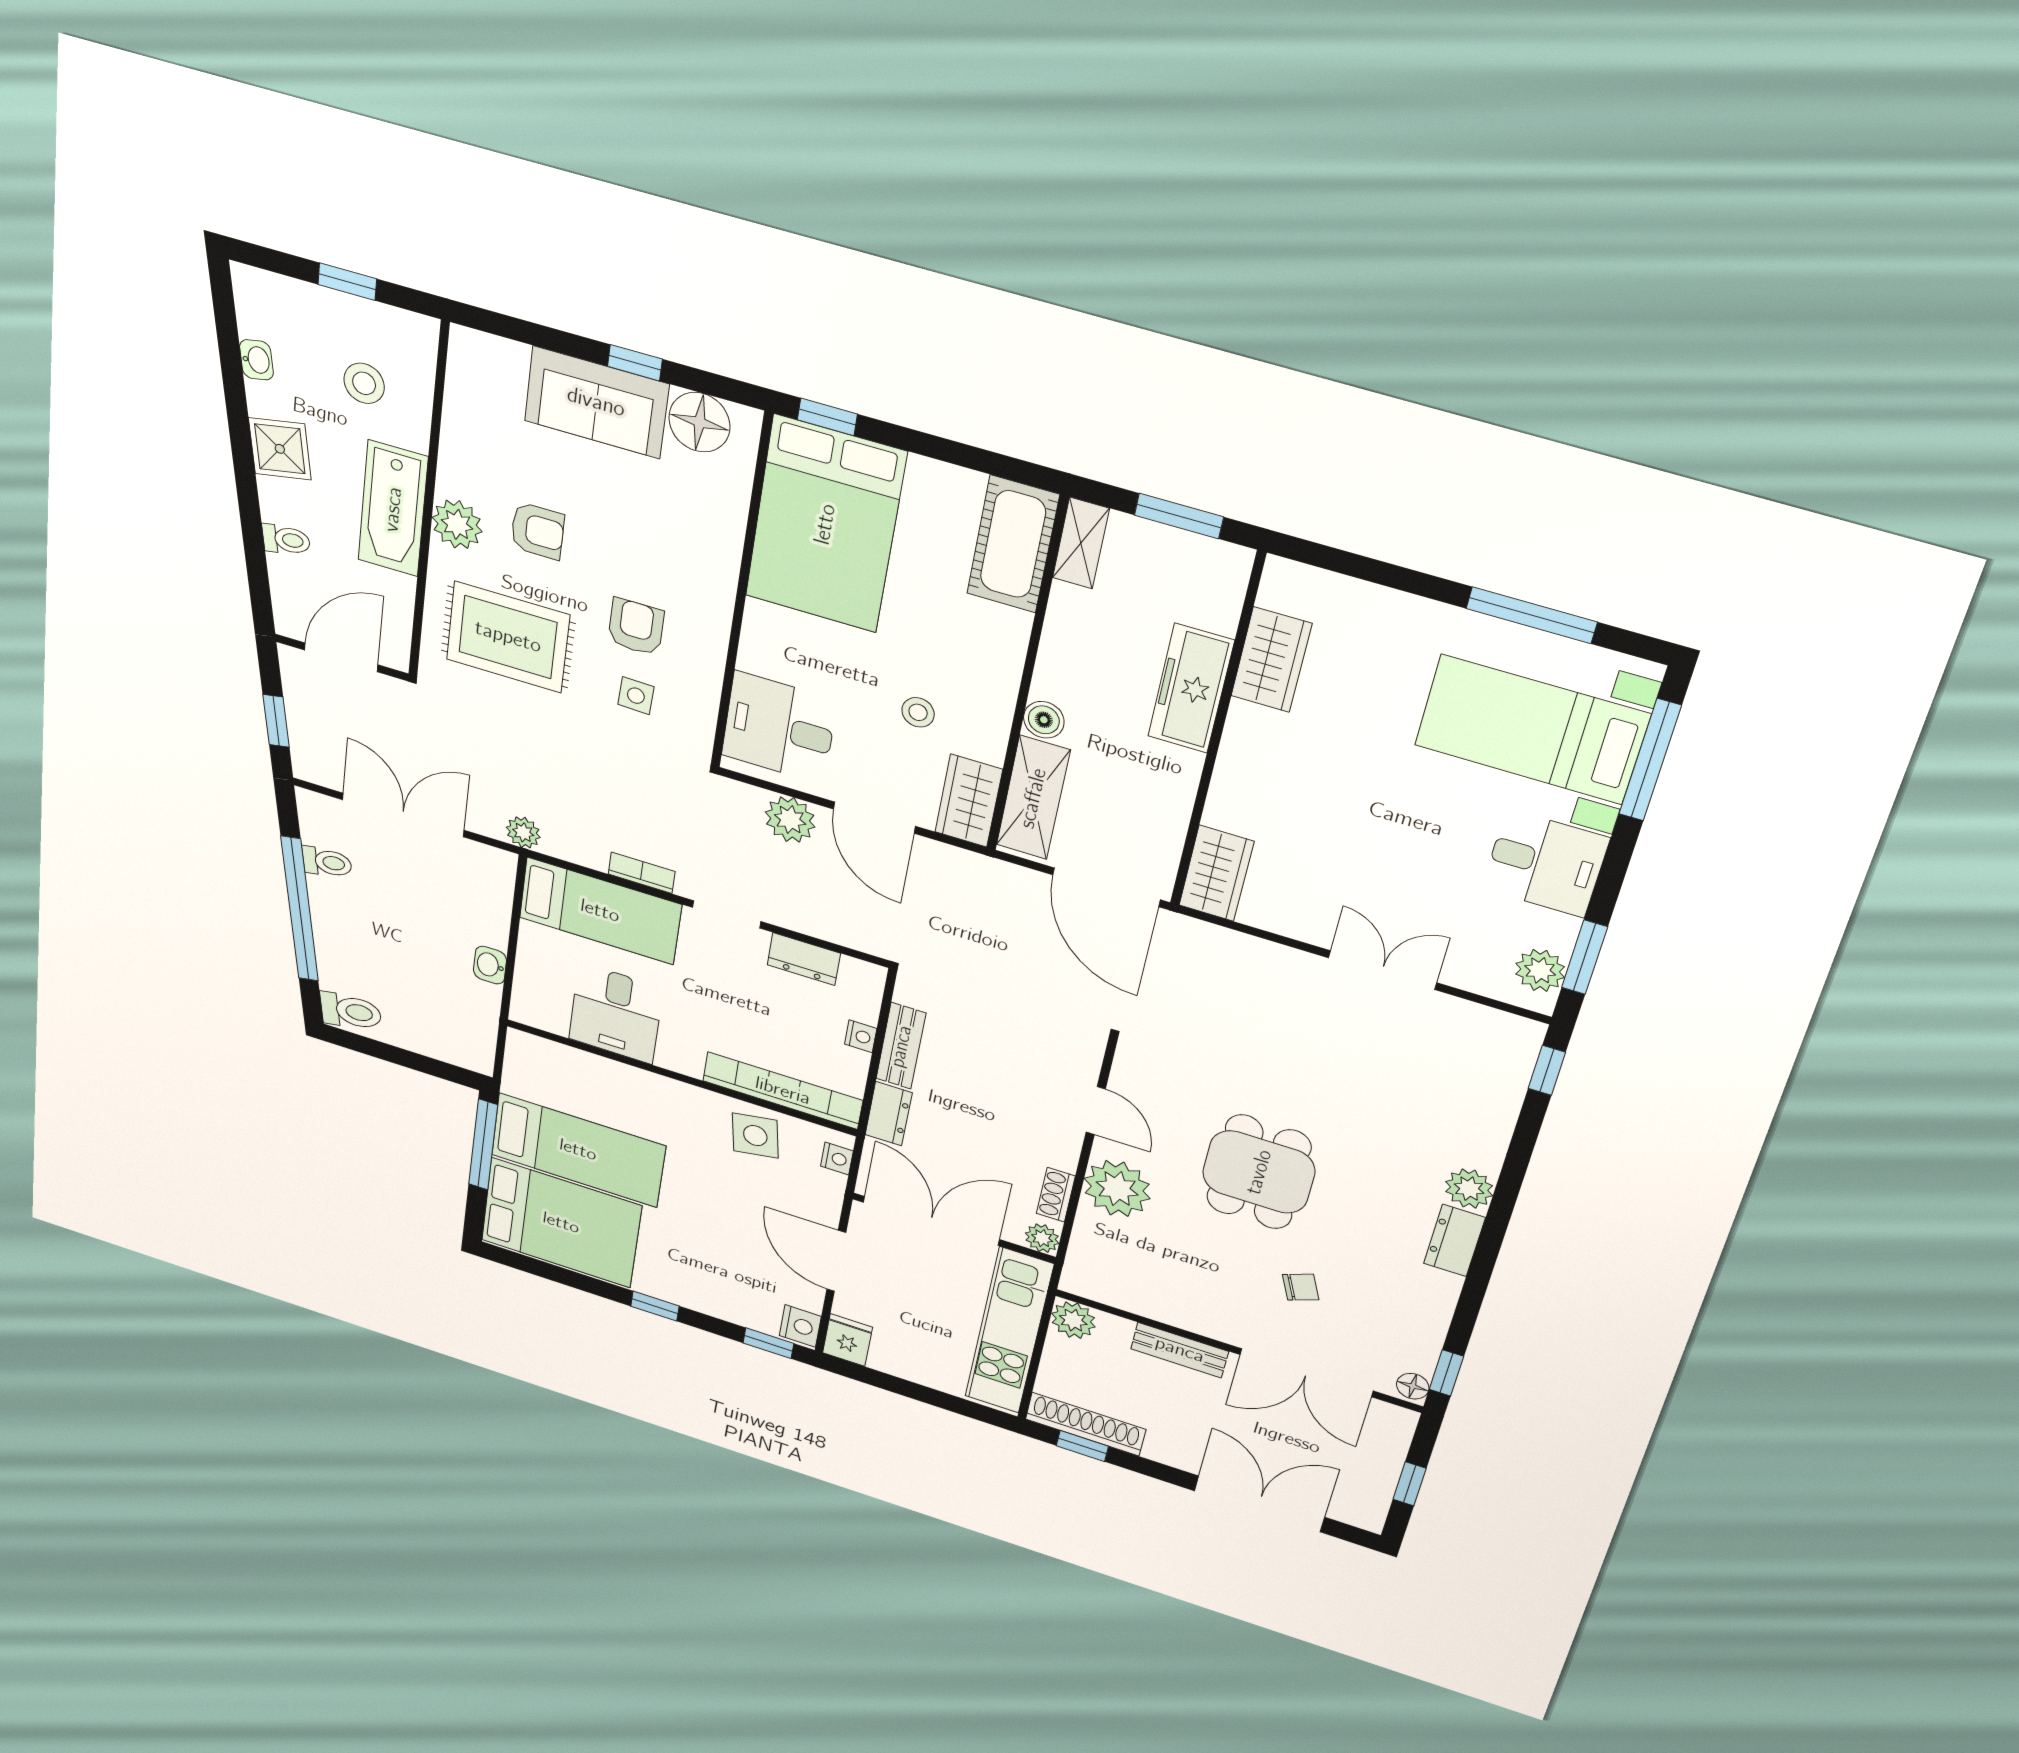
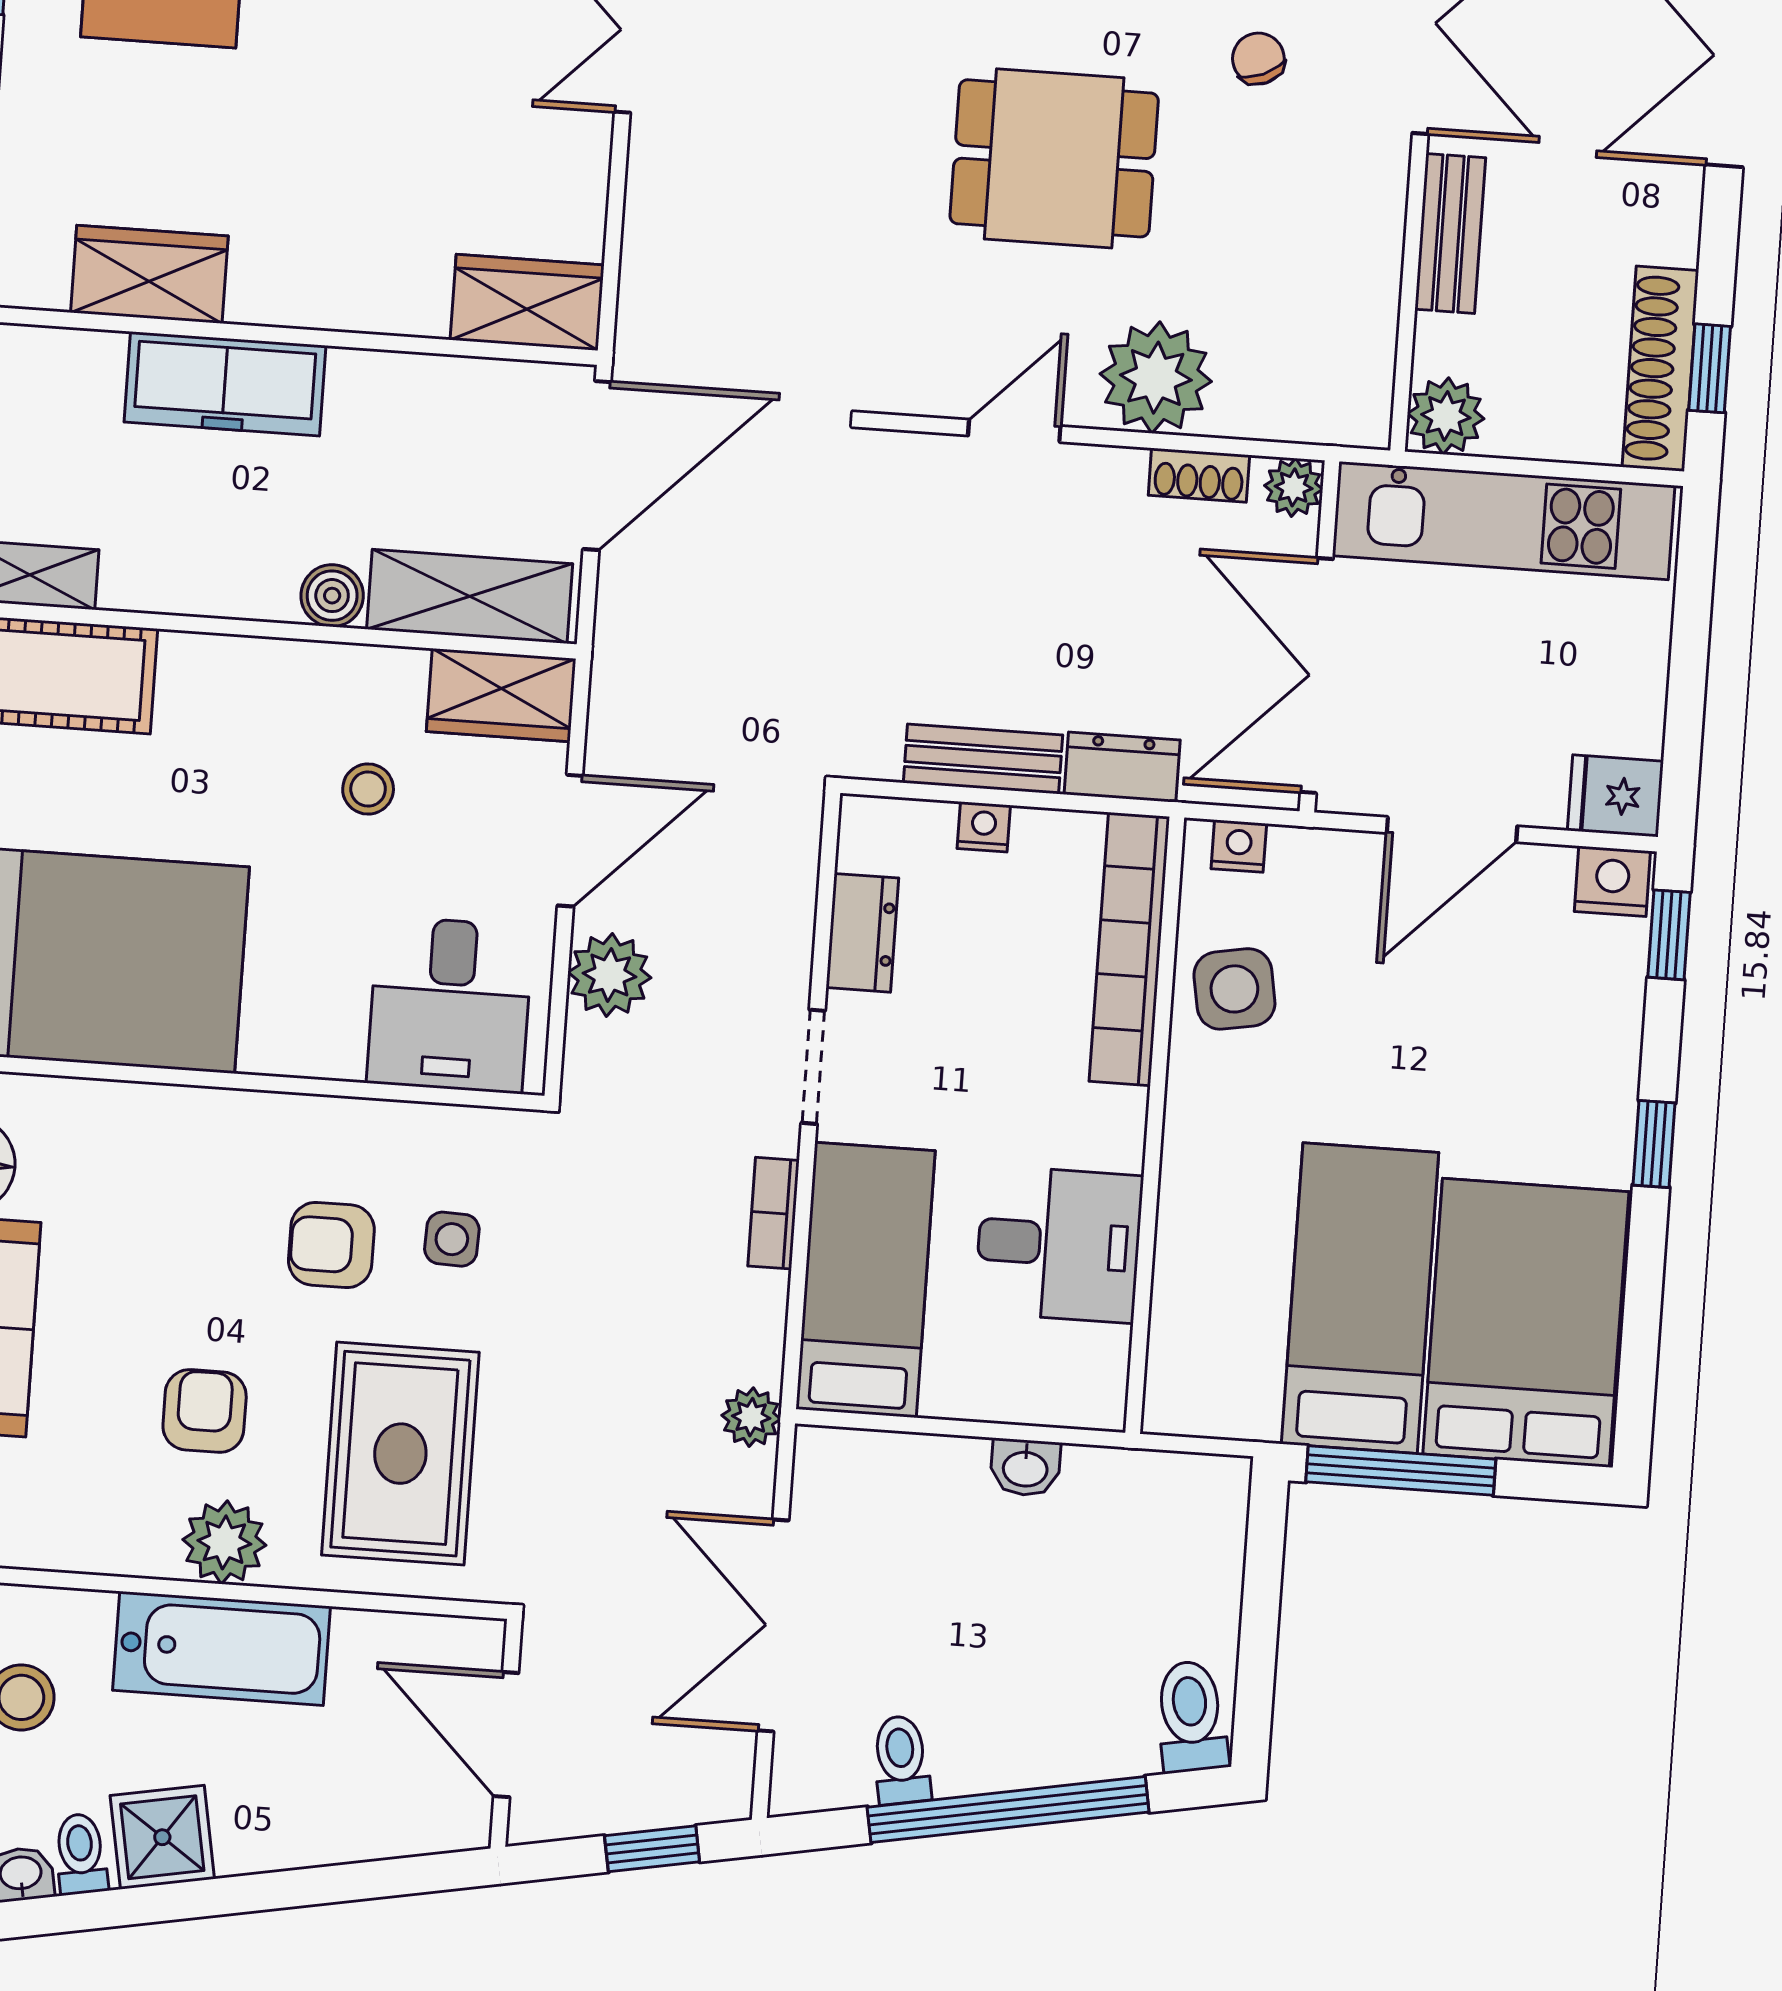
toilet: (286, 540) -> (81, 1854), moved

